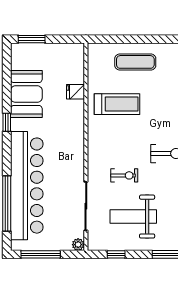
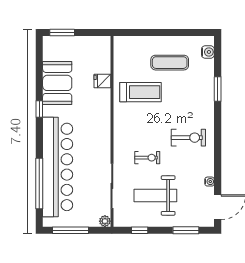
exercise mat: (135, 62) -> (170, 63), moved

